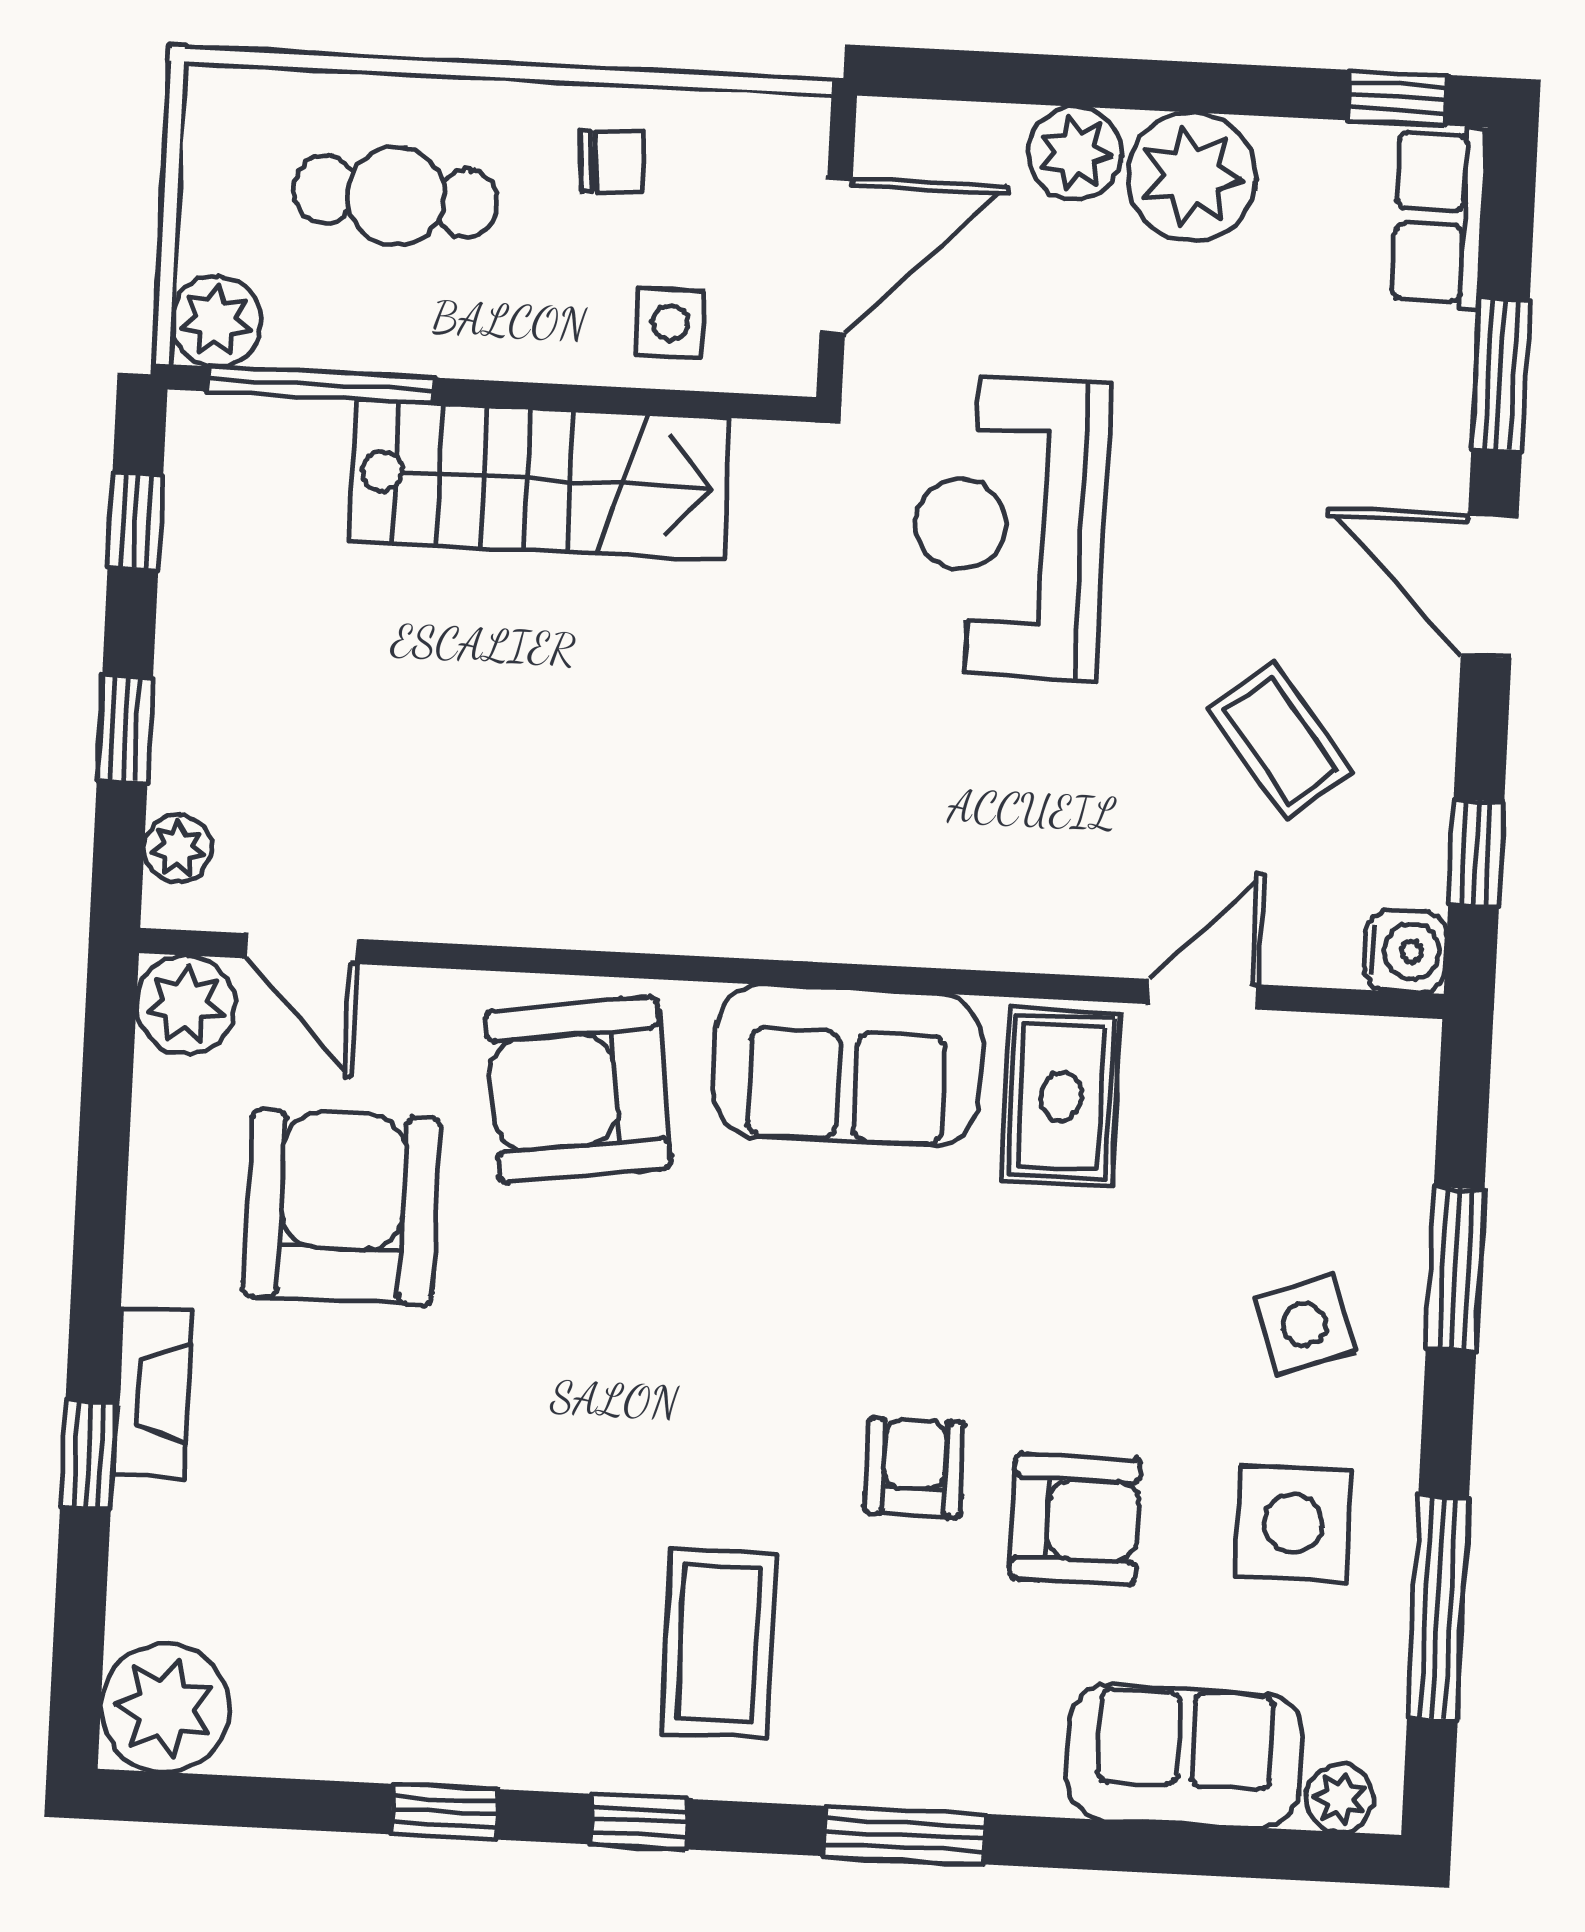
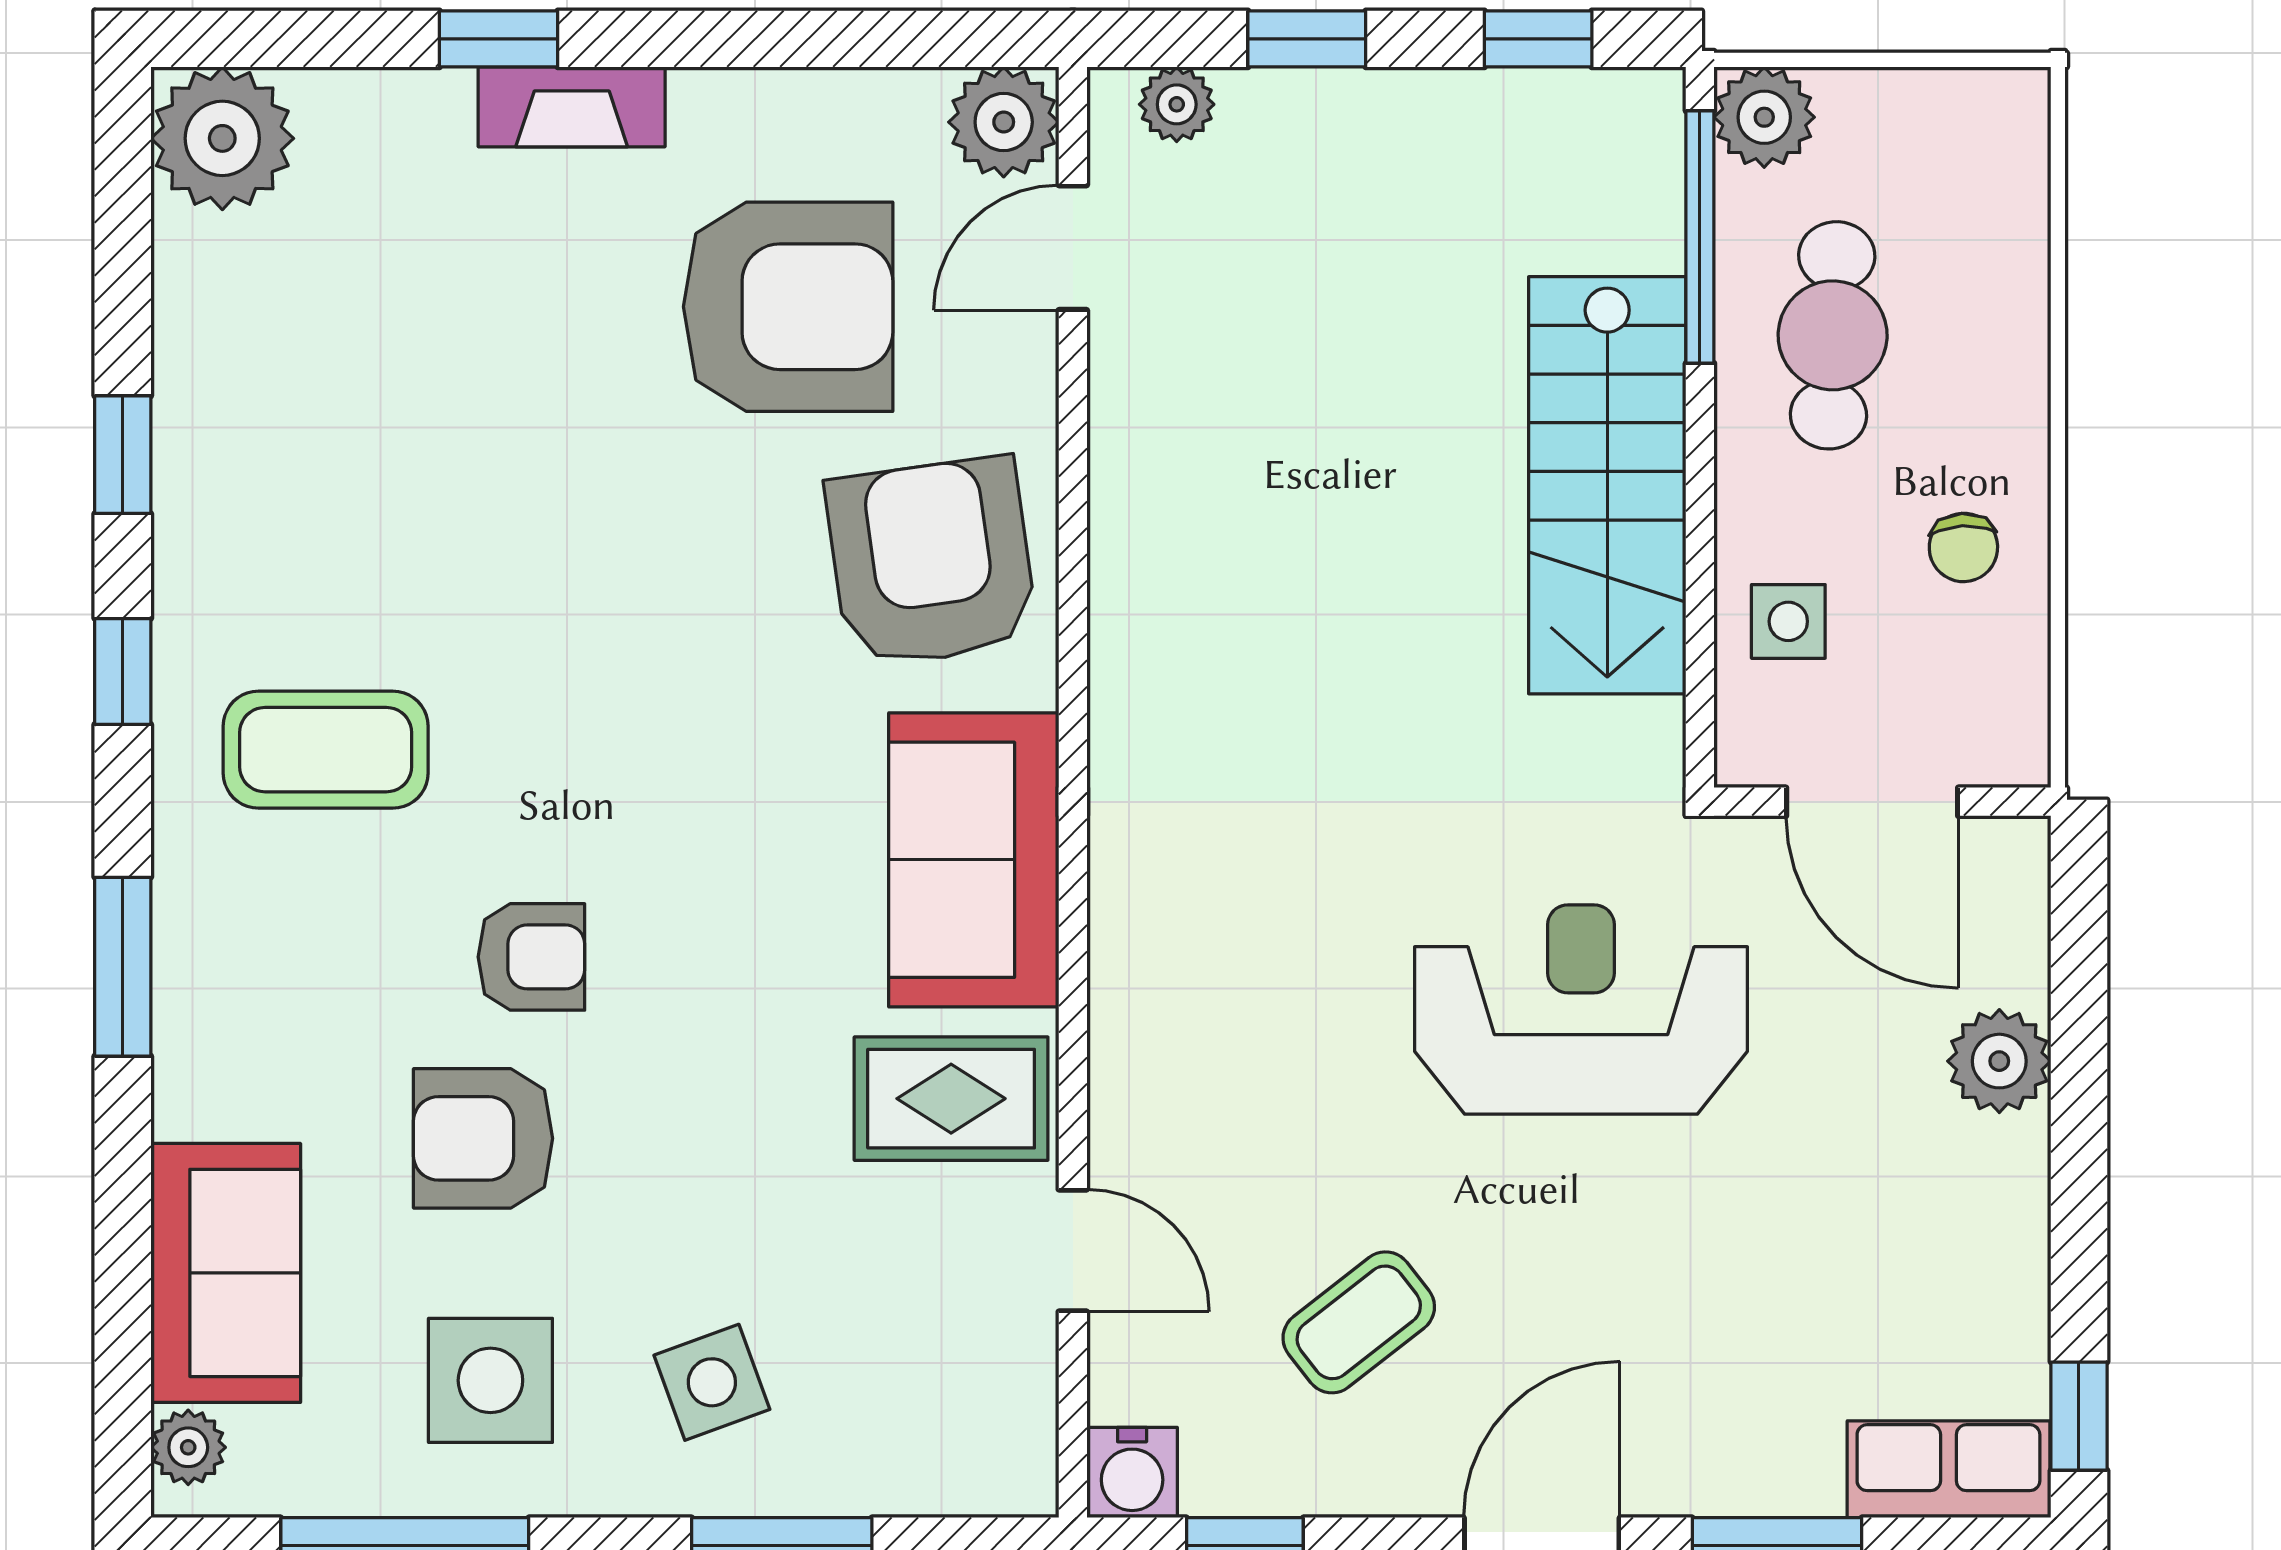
plant: (1191, 177) -> (1979, 1192), removed
cafe table: (396, 196) -> (1833, 335), moved
armchair: (1075, 1519) -> (483, 1138), turned 90

